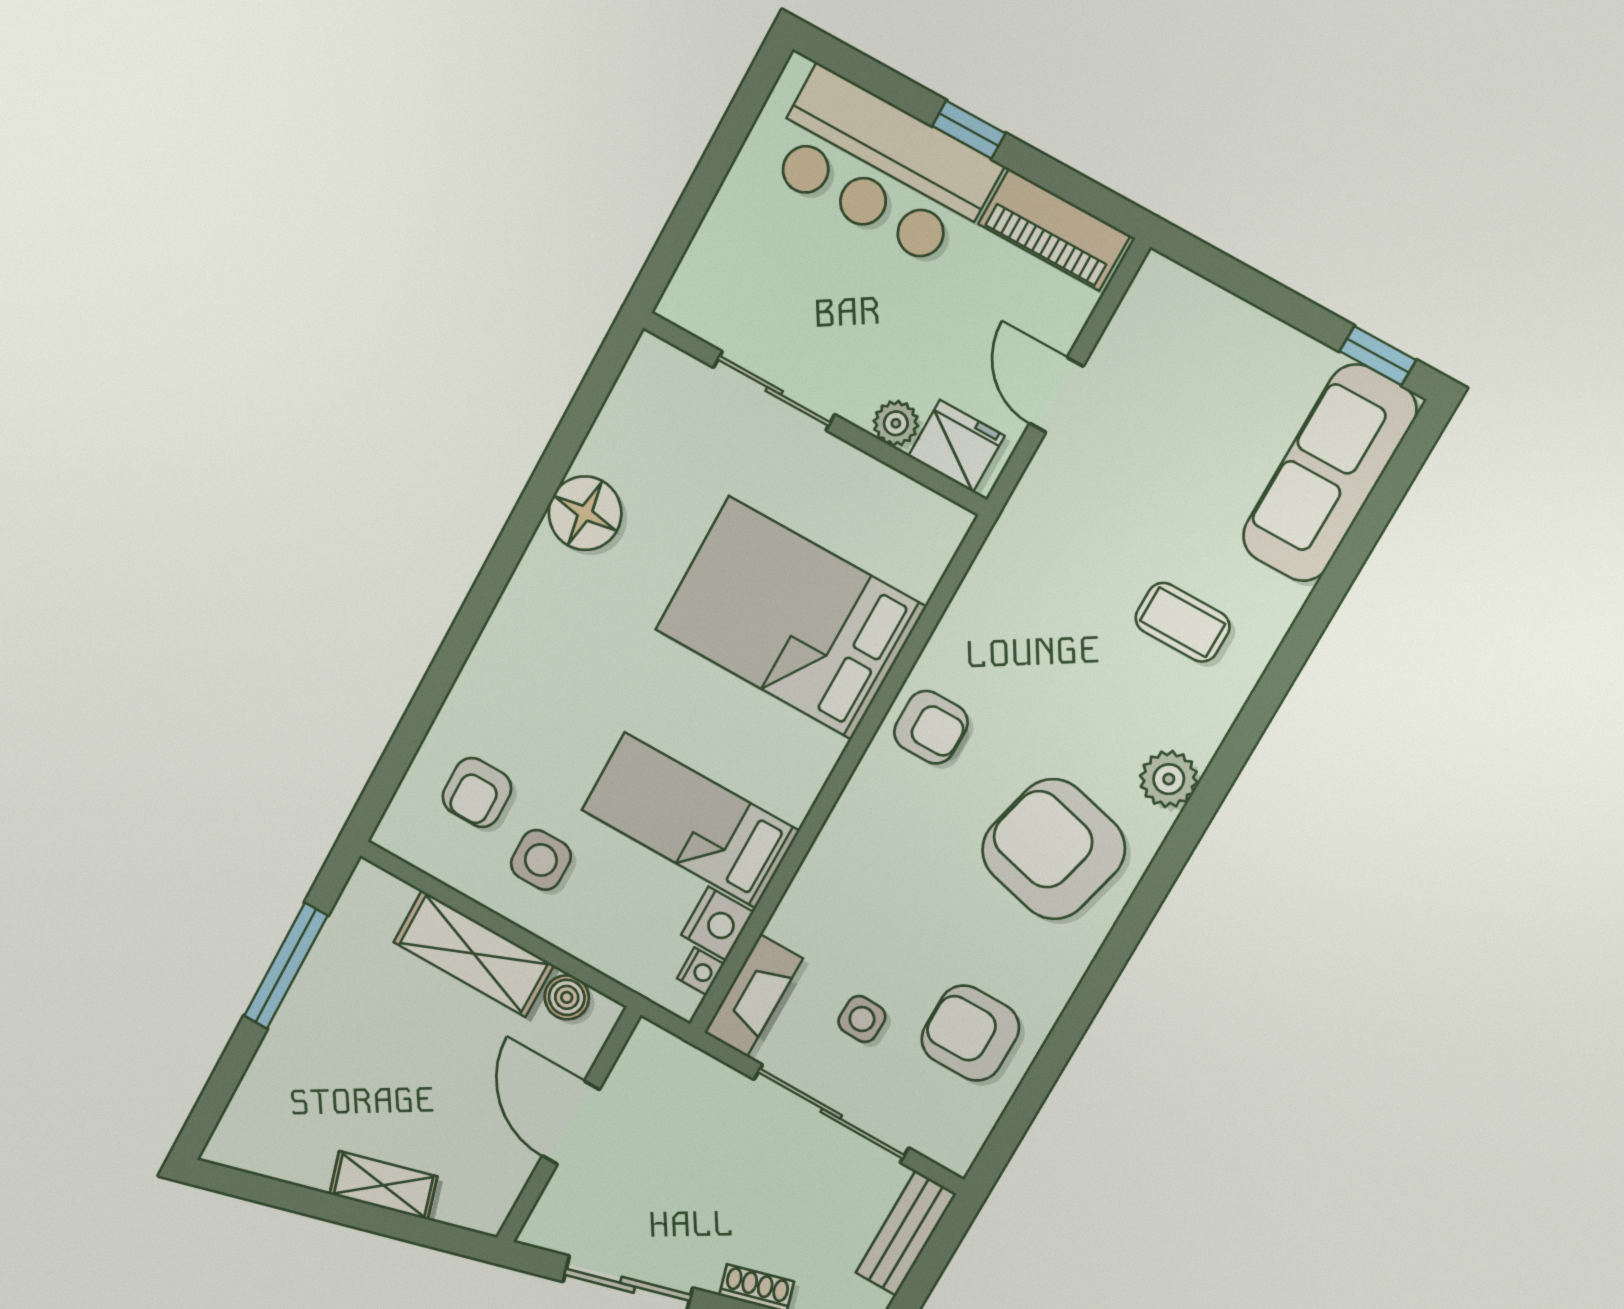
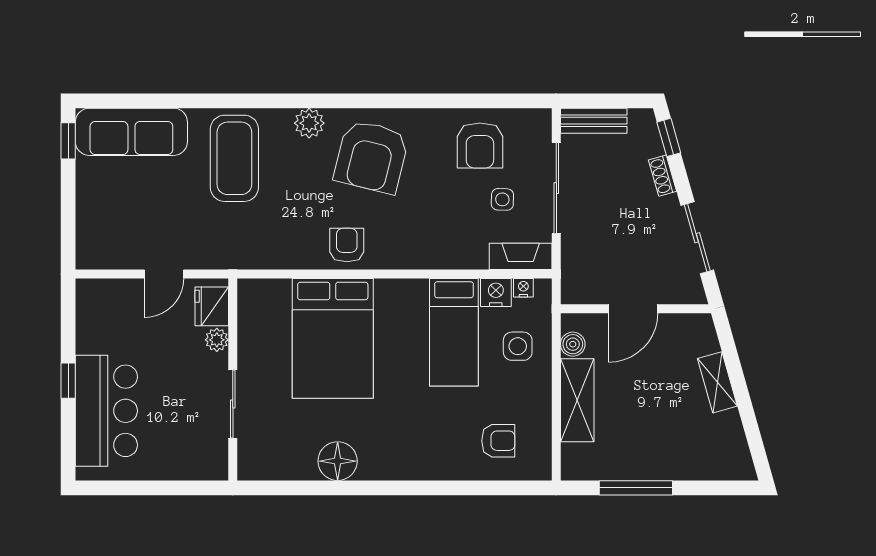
piano: (1054, 230) -> (91, 317), removed
coffee table: (1183, 622) -> (234, 158), width x1.86, depth x1.72
side table: (541, 860) -> (518, 346), moved

